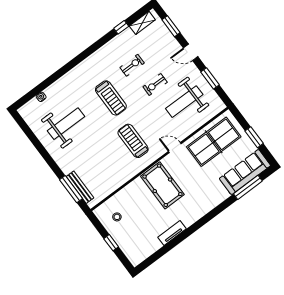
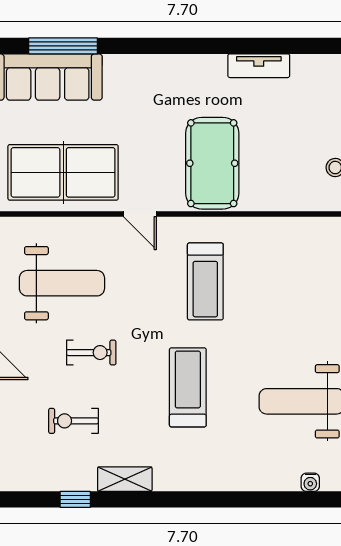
shelving: (142, 23) -> (125, 479), moved
exercise bike: (132, 65) -> (74, 421), moved

